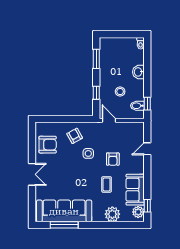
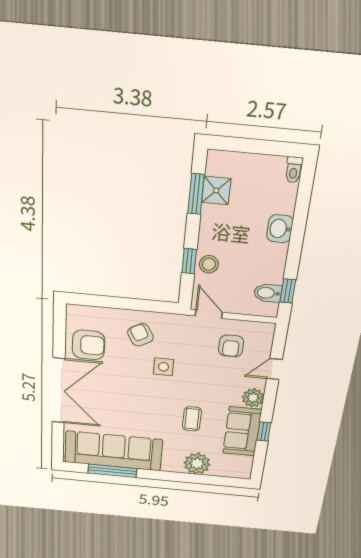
shower: (106, 56) -> (216, 191), added
stool: (120, 92) -> (209, 264), moved
armchair: (113, 159) -> (231, 346), moved
double door: (32, 174) -> (59, 391), width x1.87
window: (147, 206) -> (264, 431), moved
plant: (138, 212) -> (253, 398), moved

